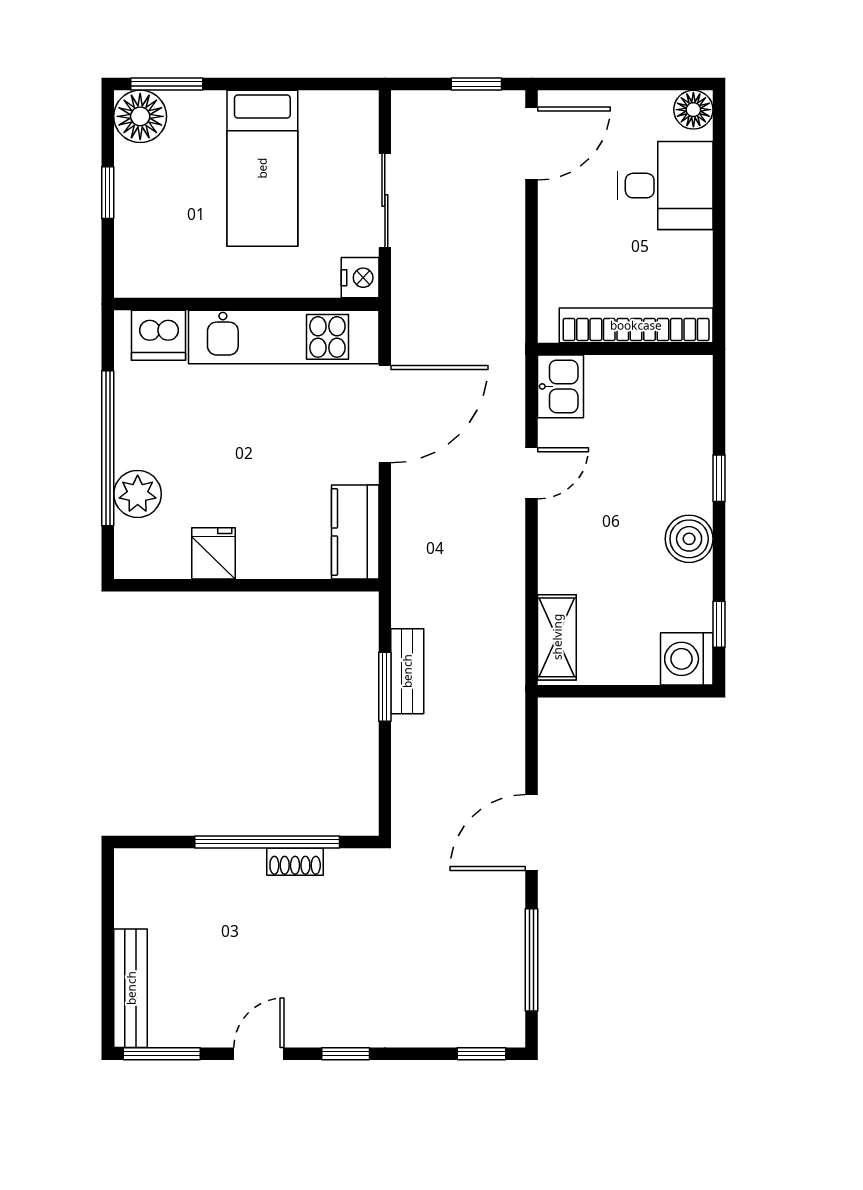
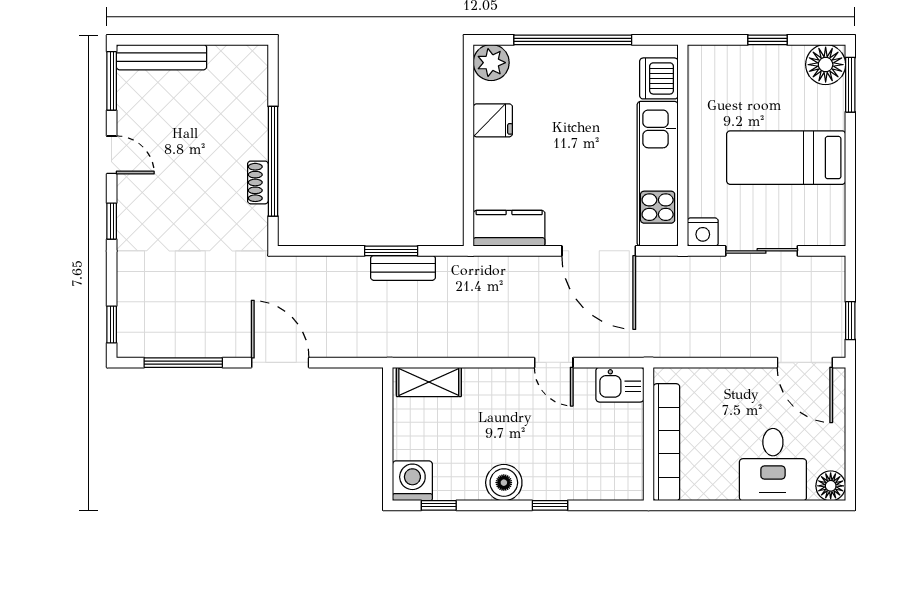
plant: (138, 494) -> (491, 63), moved

